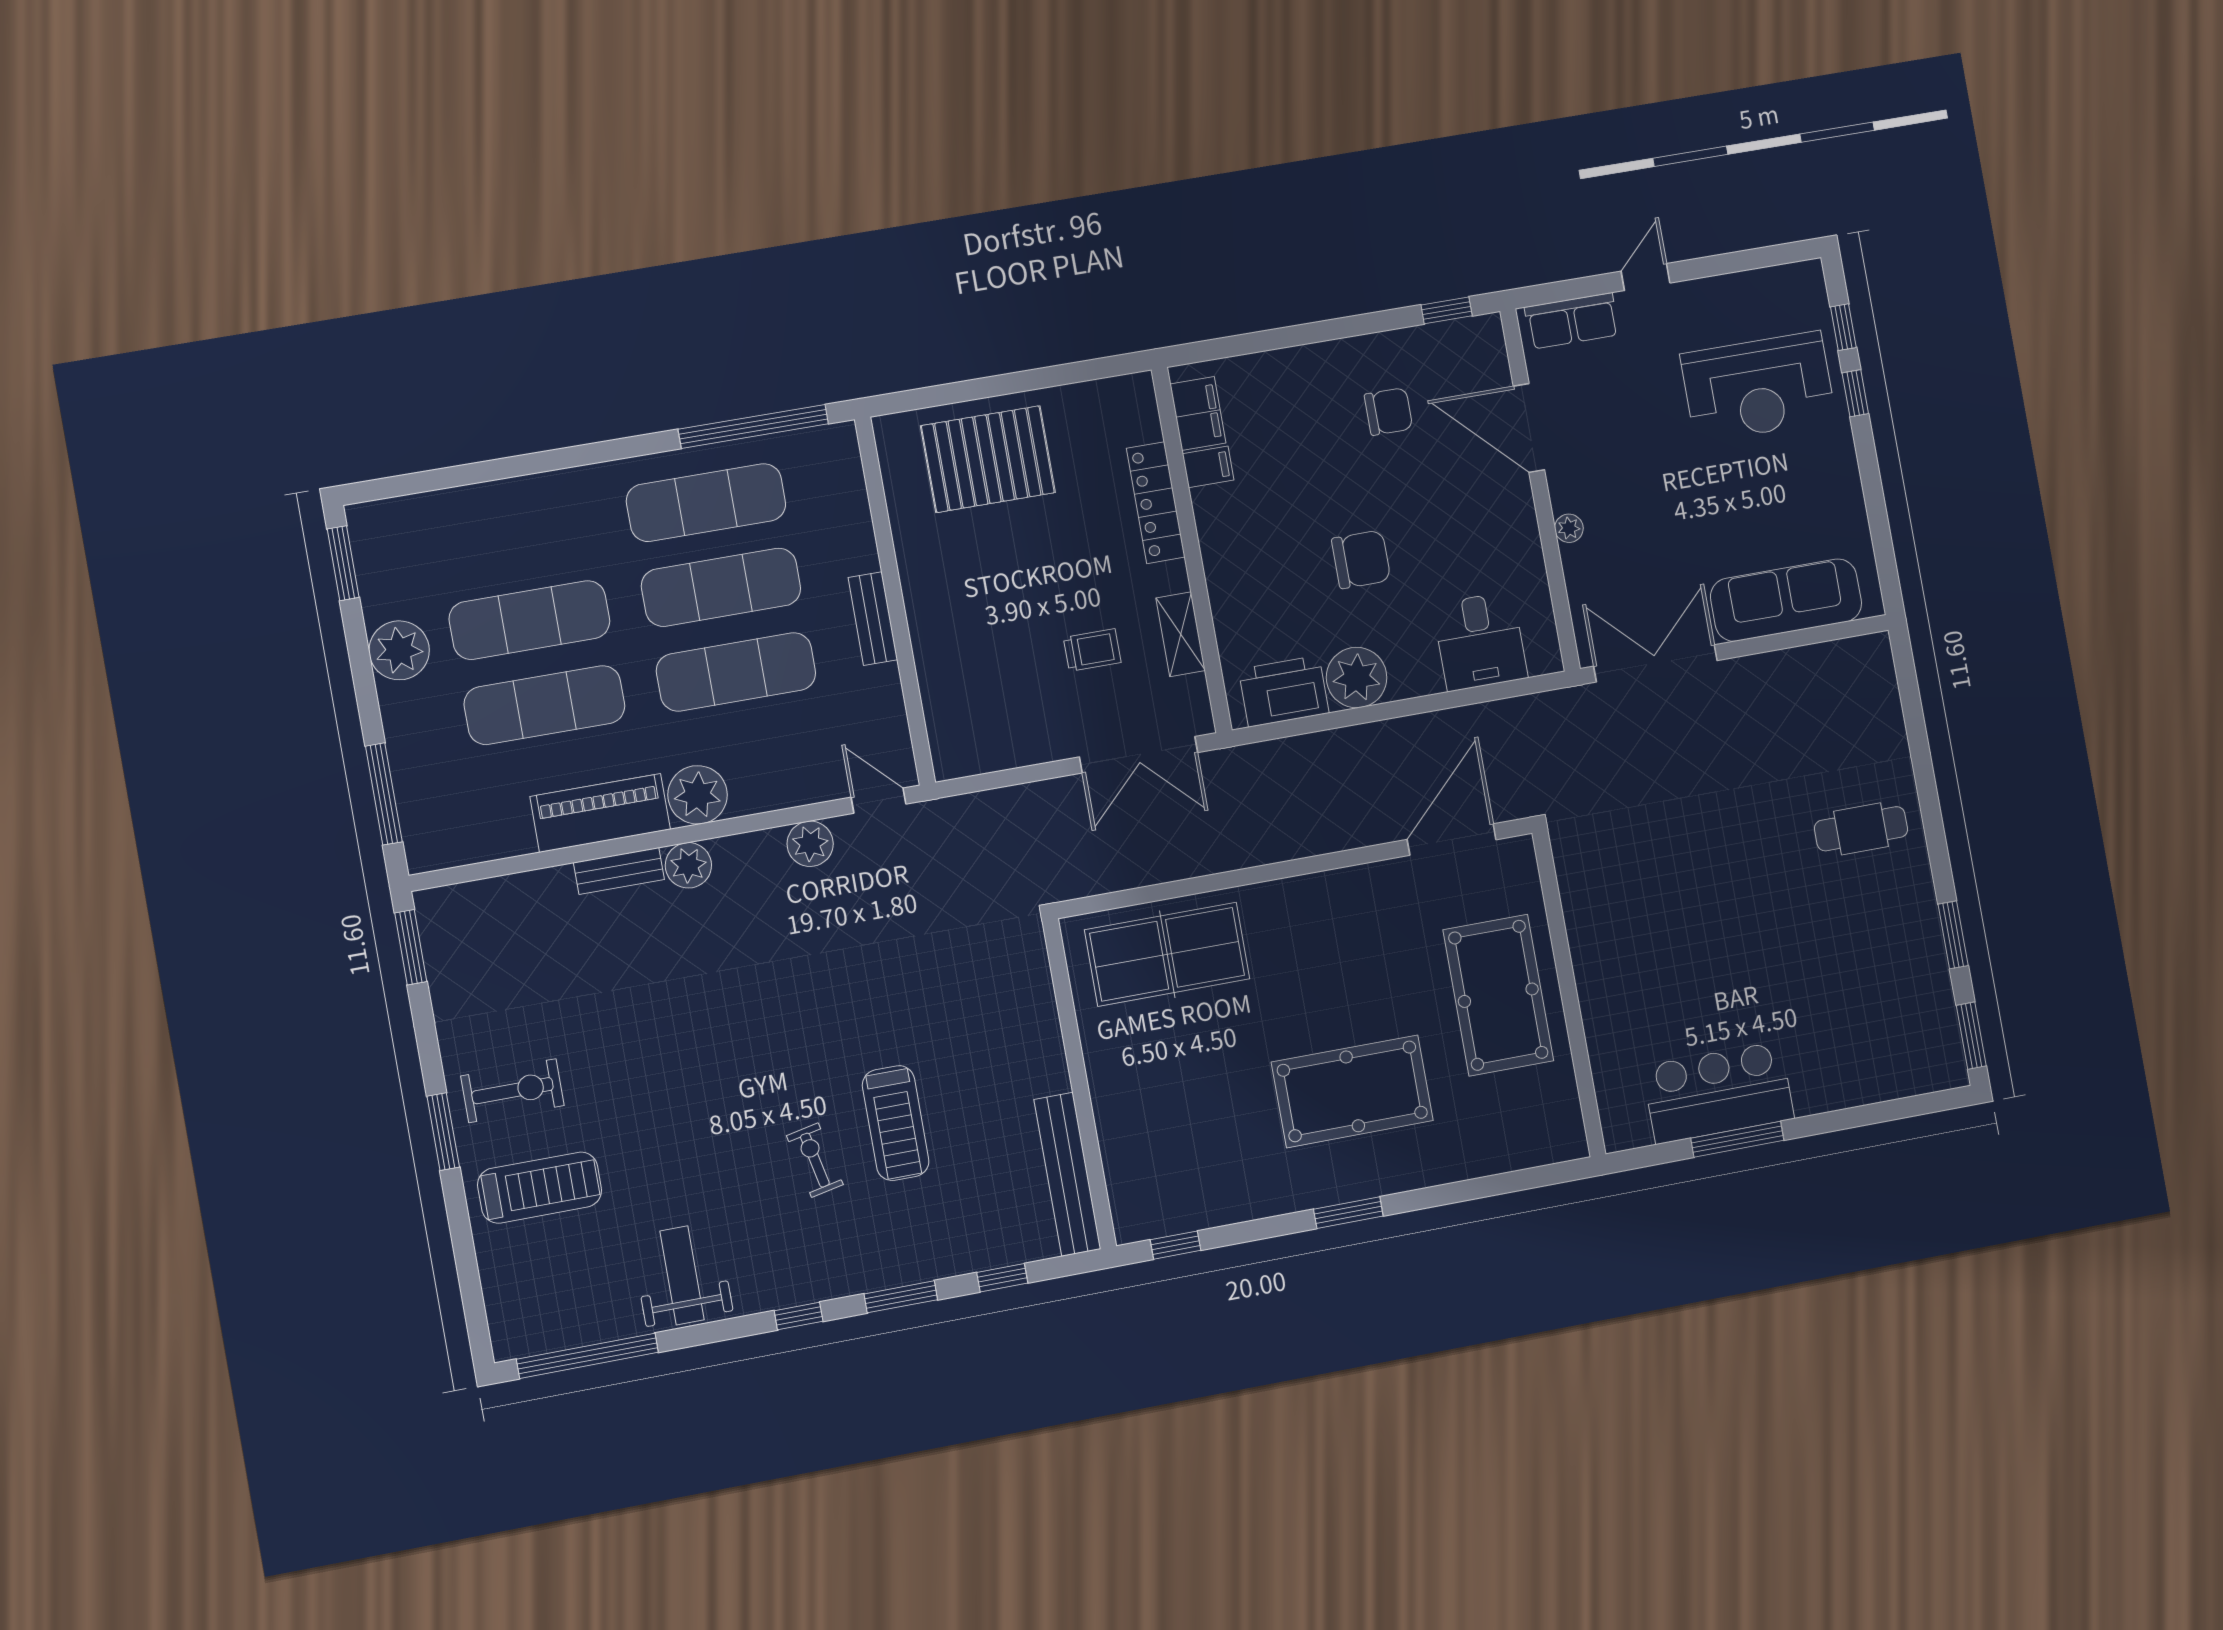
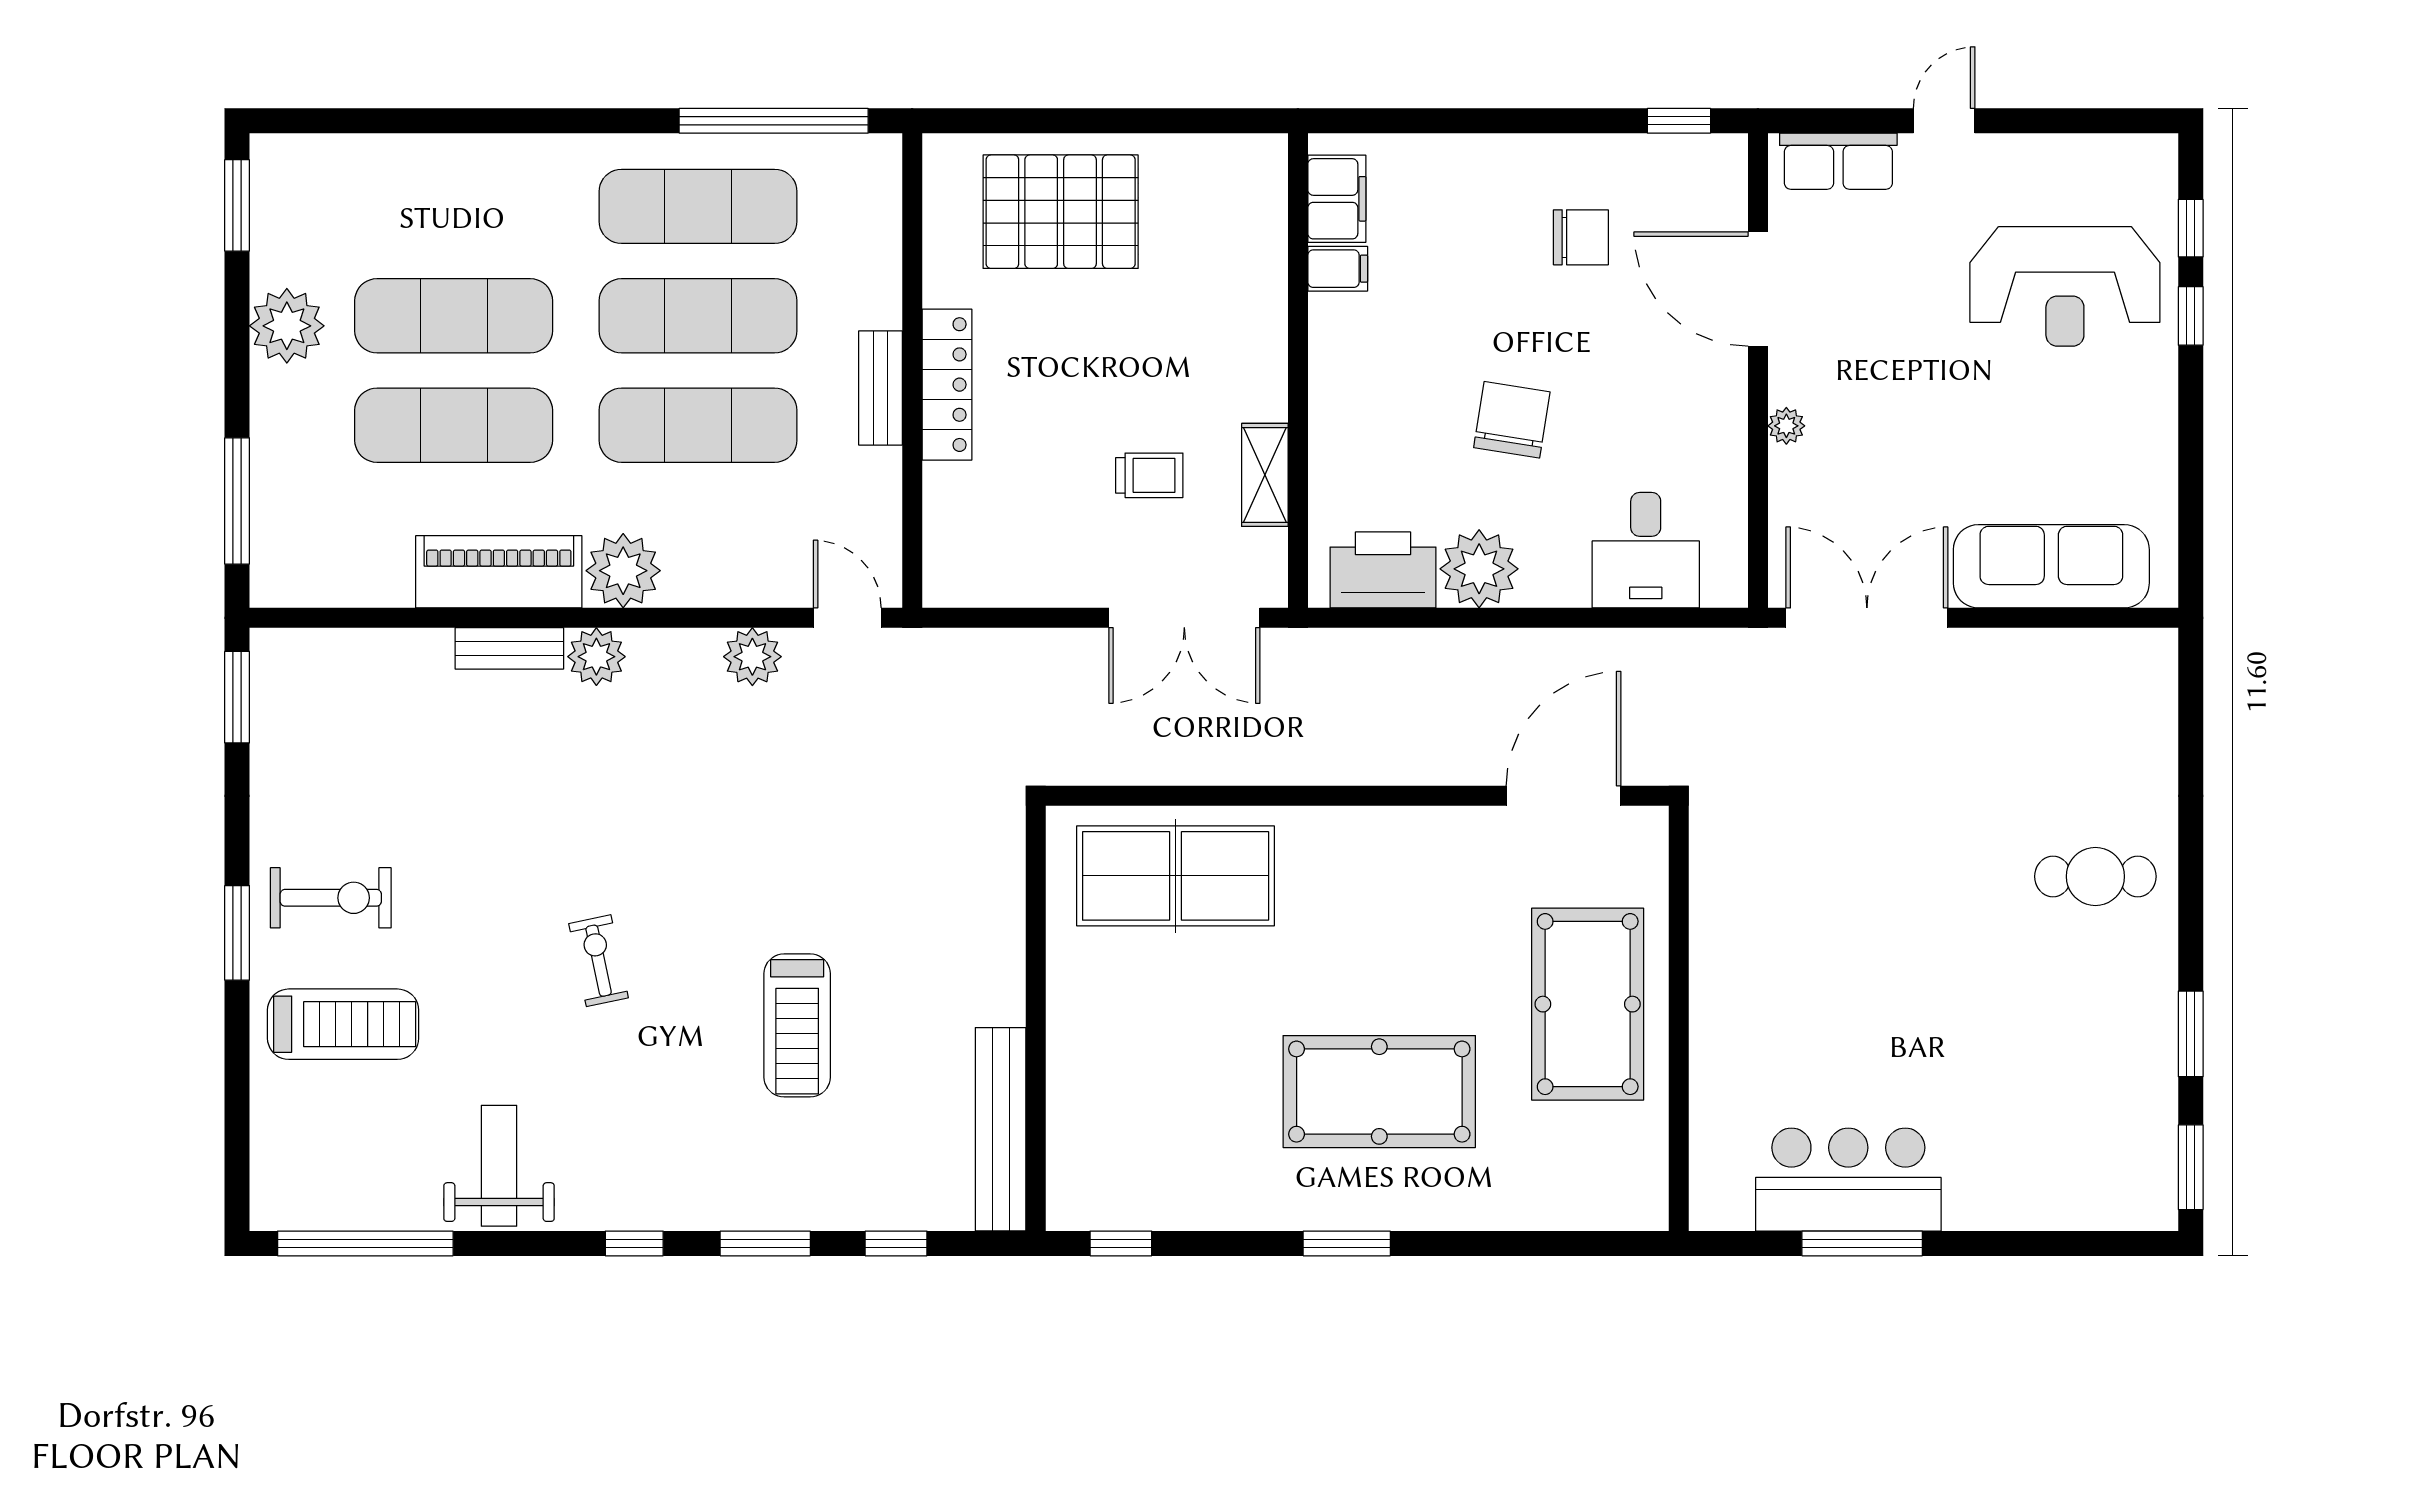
locker: (1156, 503) -> (947, 385), moved, turned 180
chair: (1361, 559) -> (1512, 420), turned -81
exercise bike: (815, 1160) -> (599, 961), moved

